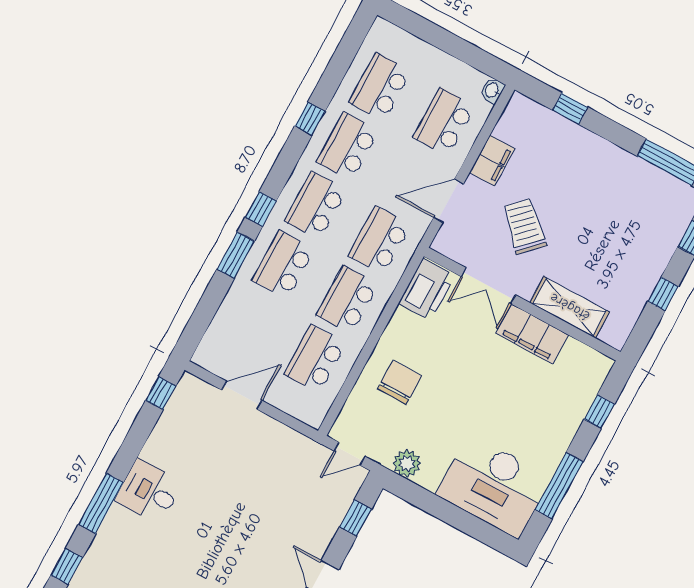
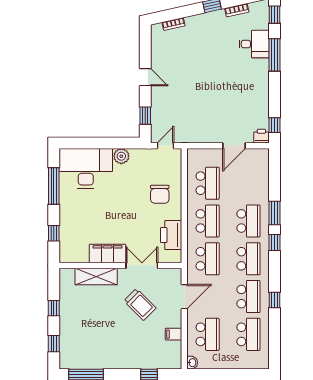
filing cabinet: (492, 161) -> (174, 334), width x0.50
printer: (427, 290) -> (171, 235), moved
printer: (191, 387) -> (261, 136), added
plant: (407, 463) -> (121, 156), moved
desk: (149, 491) -> (254, 44), moved

